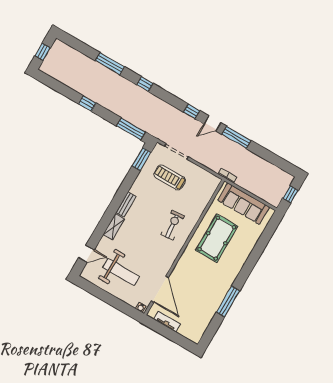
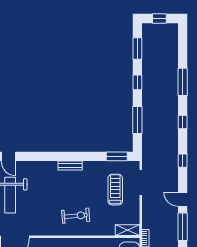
window: (58, 86) -> (137, 48), added
window: (192, 111) -> (183, 161), moved
window: (131, 129) -> (137, 120), moved
shelving: (114, 227) -> (128, 230), moved

